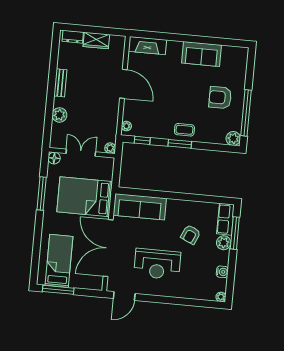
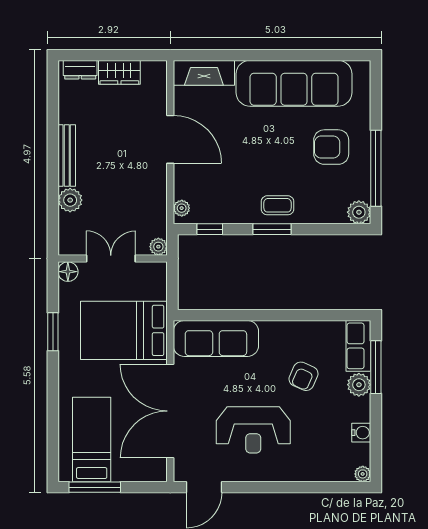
sofa: (202, 54) -> (294, 83), width x1.85, depth x1.27
bench: (60, 83) -> (67, 156), width x1.36
window: (42, 194) -> (53, 332), width x0.69

